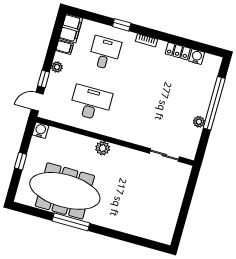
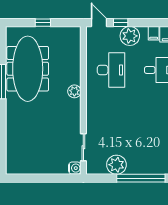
plant: (57, 67) -> (130, 36), width x1.87, depth x1.87
plant: (199, 122) -> (116, 165), width x1.88, depth x1.88
water cooler: (40, 130) -> (75, 168), moved

